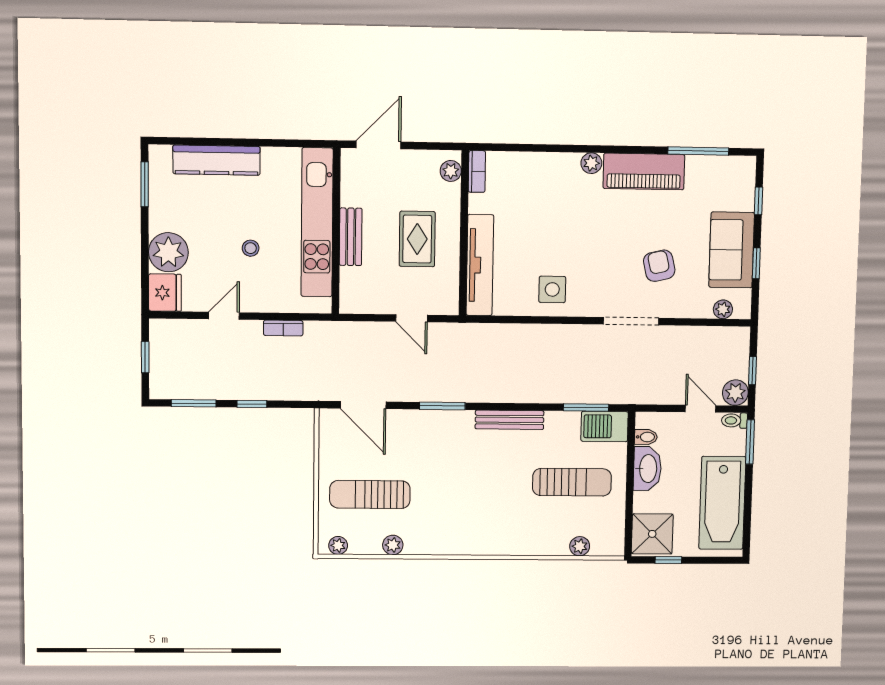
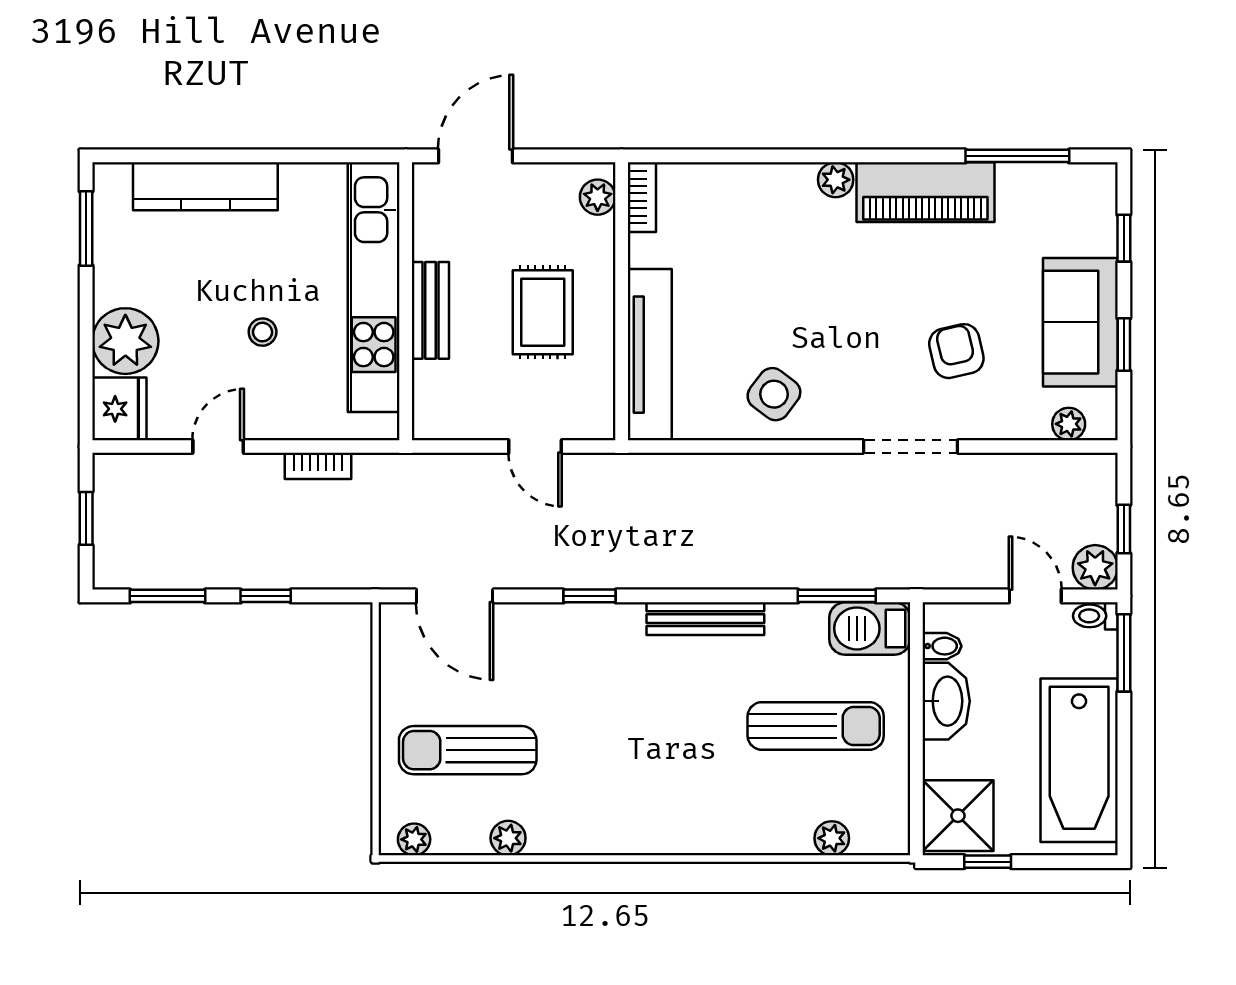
side table: (552, 289) -> (774, 394), turned 37
window: (442, 406) -> (590, 596), width x0.67

